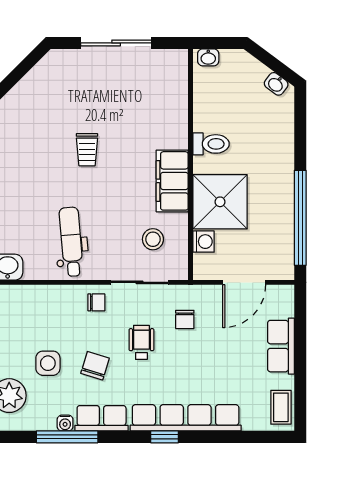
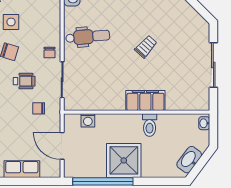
washbasin: (276, 84) -> (189, 160), width x1.91, depth x1.45
trolley: (87, 150) -> (146, 47), turned 132
filing cabinet: (172, 181) -> (145, 100), moved
shower: (220, 202) -> (124, 160), moved
stool: (153, 239) -> (89, 88), removed

